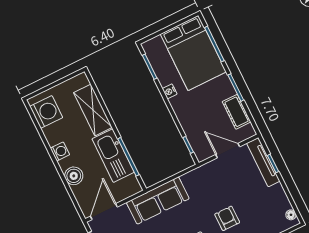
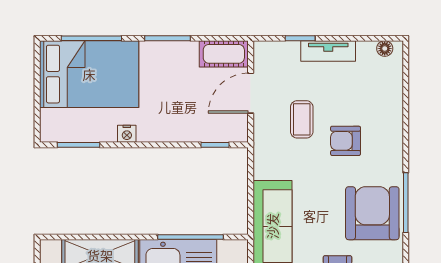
cot: (237, 112) -> (224, 54), moved
tv unit: (263, 162) -> (328, 51), moved, width x0.71
coffee table: (227, 187) -> (302, 119), added

